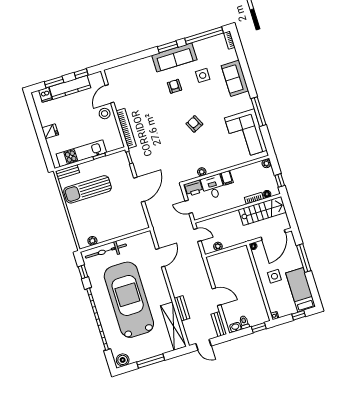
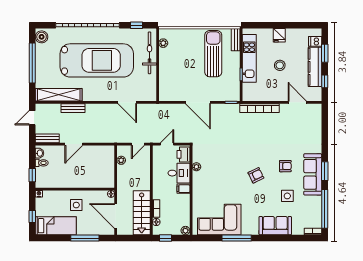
stool: (105, 114) -> (280, 65), moved
armchair: (194, 124) -> (256, 175), moved
window: (151, 361) -> (32, 63), width x1.46

